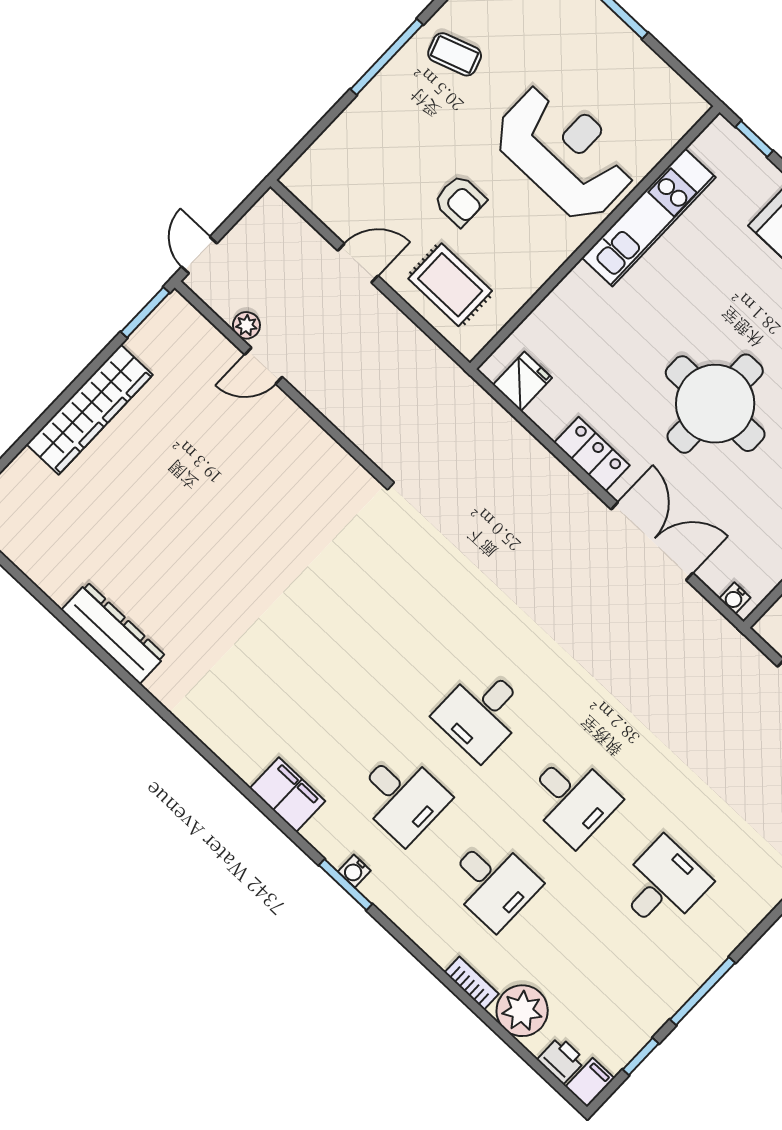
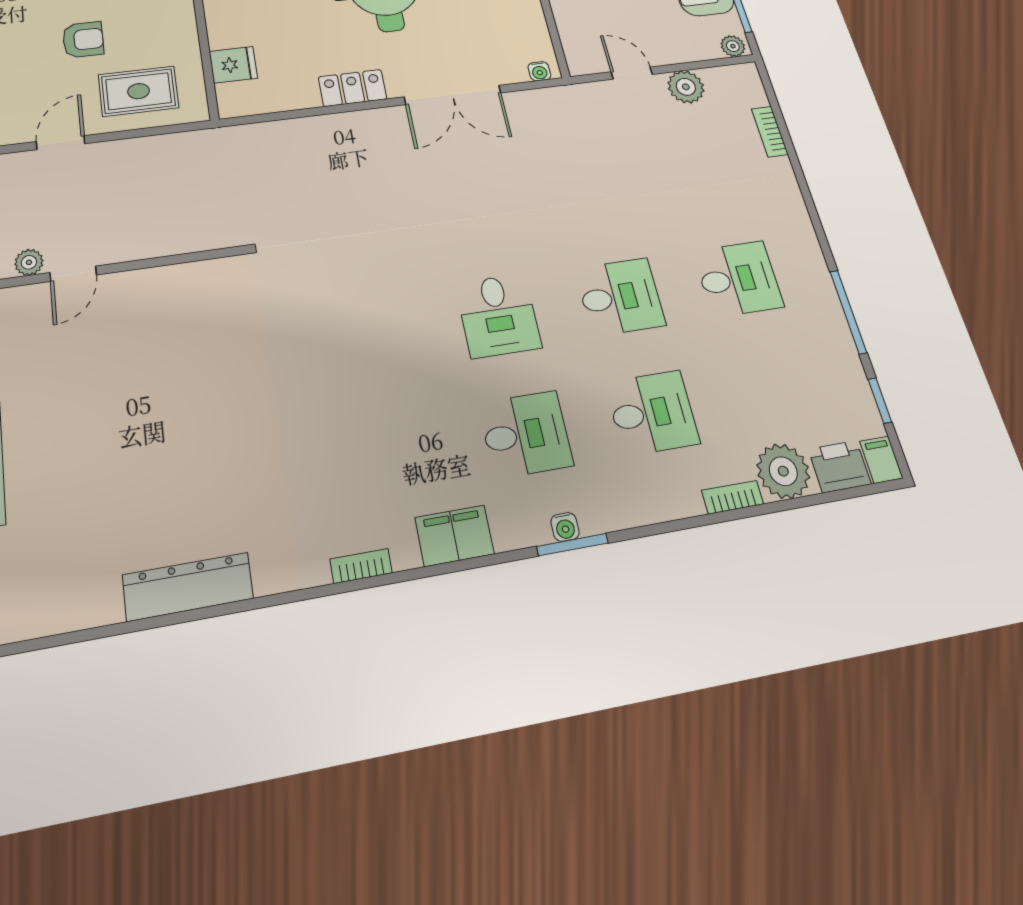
fridge: (522, 381) -> (233, 65), moved, turned 90
double door: (652, 541) -> (453, 95), swing flipped
bookcase: (217, 743) -> (361, 566), added
desk: (663, 885) -> (738, 279), turned 90
printer: (561, 1060) -> (840, 467), width x1.36, depth x1.24

